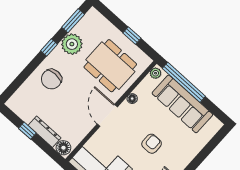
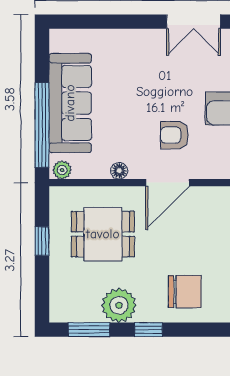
dining table: (110, 66) -> (103, 234), width x0.73
armchair: (152, 144) -> (174, 135), moved

